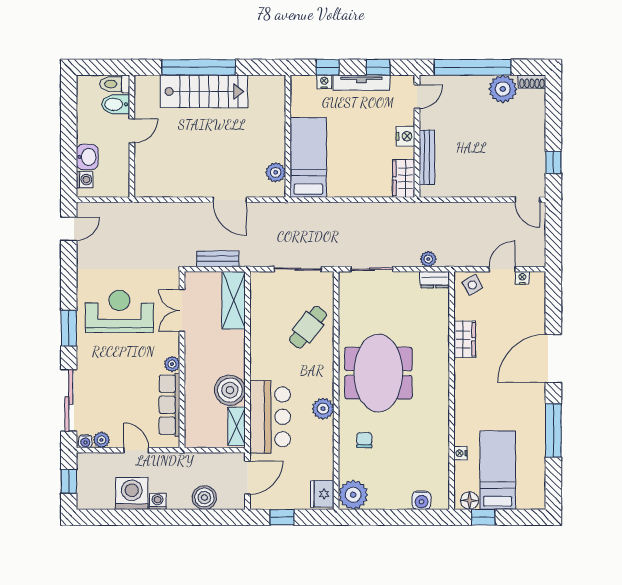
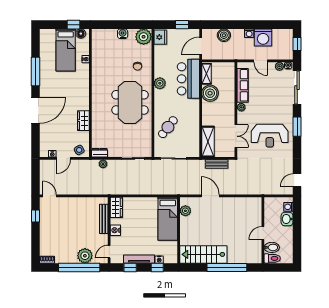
plant: (503, 89) -> (85, 256), moved
stairs: (204, 91) -> (203, 254), moved
water cooler: (421, 500) -> (123, 34), moved

